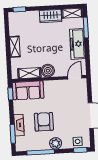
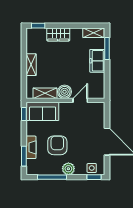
wardrobe: (51, 16) -> (58, 35), moved
freezer: (77, 44) -> (97, 61), width x0.71
door: (75, 77) -> (80, 100), moved

